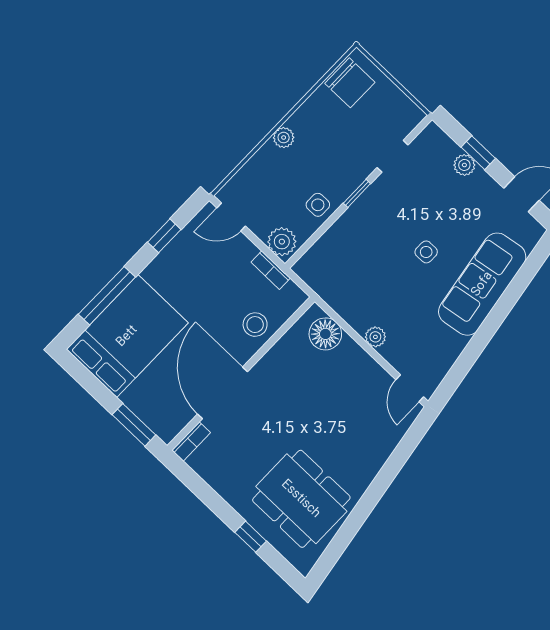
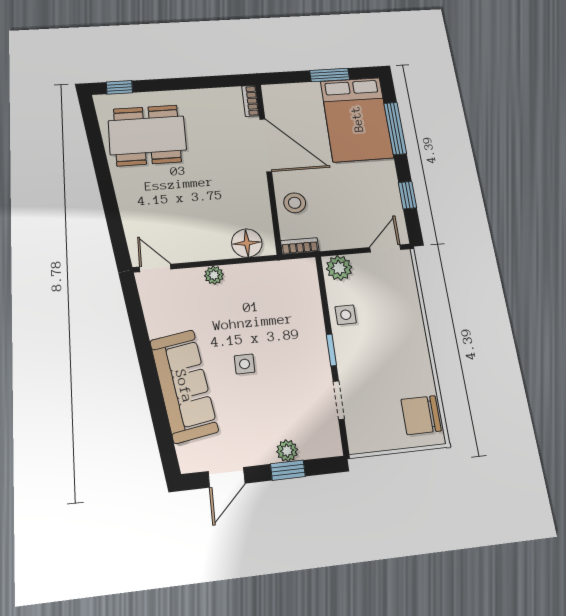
plant: (284, 138) -> (416, 332), removed
bookcase: (271, 270) -> (300, 246), moved
window: (134, 425) -> (330, 75), moved
window: (251, 537) -> (119, 87), moved

